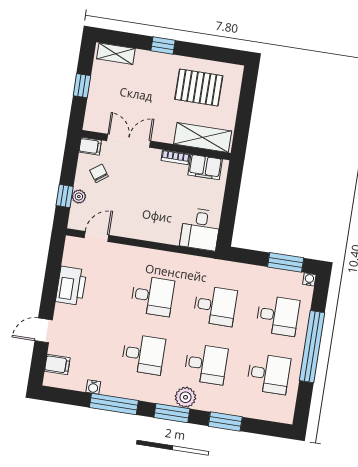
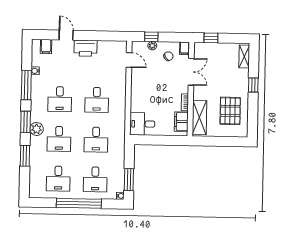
window: (82, 86) -> (211, 38), moved
printer: (71, 286) -> (85, 48), moved

